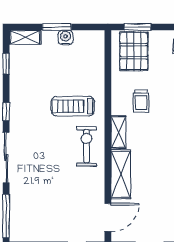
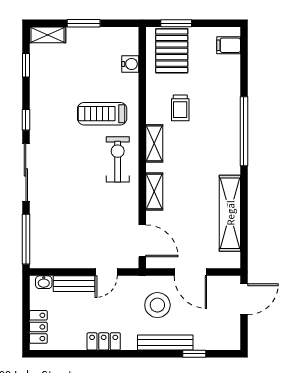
water cooler: (66, 37) -> (130, 64), moved, turned 90
shelving: (121, 174) -> (154, 192), width x0.67, depth x0.75
door: (108, 217) -> (142, 241), hinge flipped

